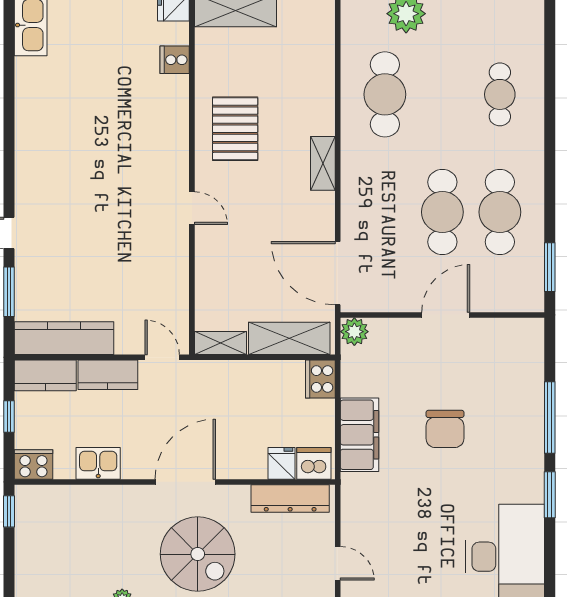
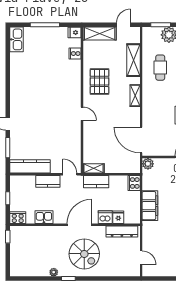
cafe table: (385, 94) -> (160, 68), width x0.73, depth x0.74
shelving: (289, 338) -> (133, 60), moved, turned 90
kitchen counter: (45, 375) -> (96, 182), moved
dishwasher: (314, 463) -> (105, 217), moved

